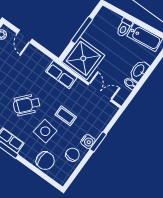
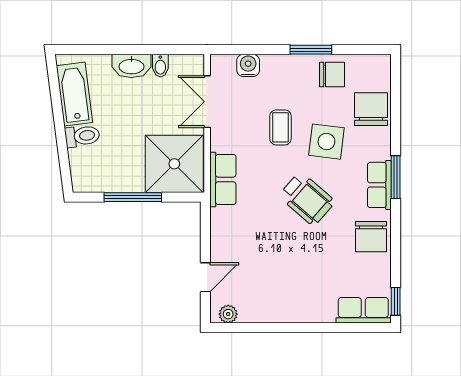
water cooler: (88, 142) -> (248, 65), moved
window: (98, 142) -> (311, 50), moved
chair: (72, 155) -> (332, 74), turned 180

